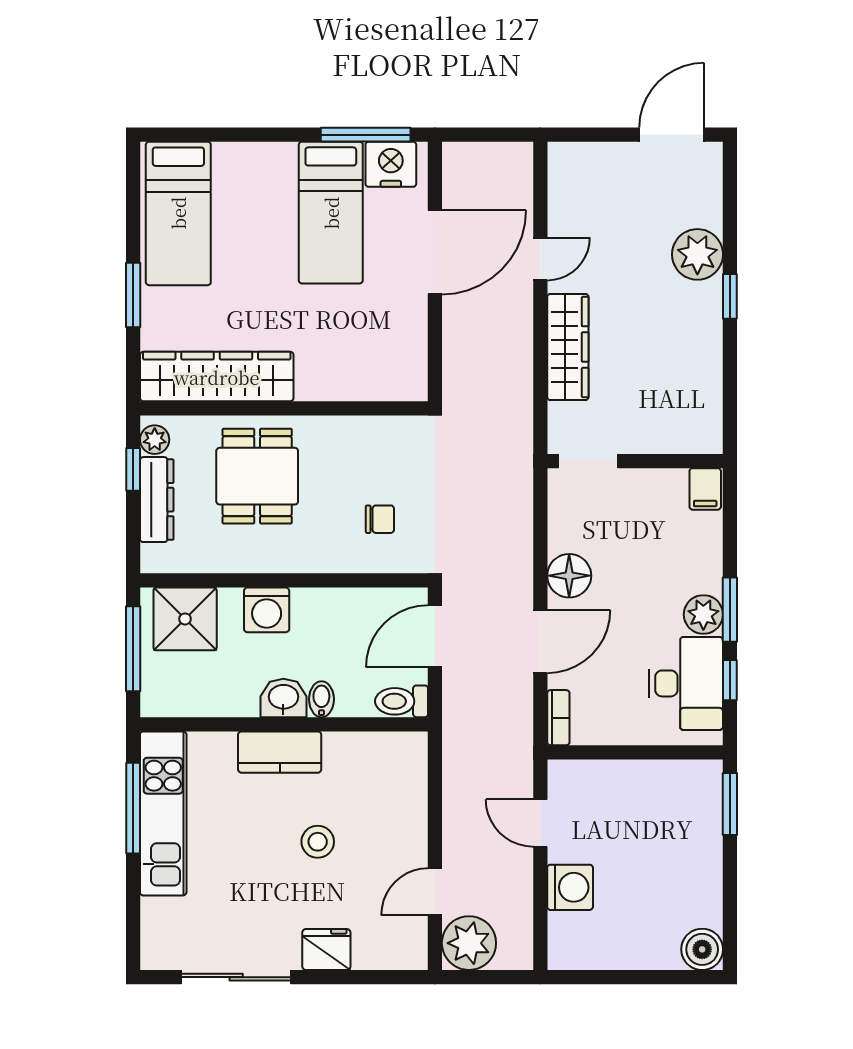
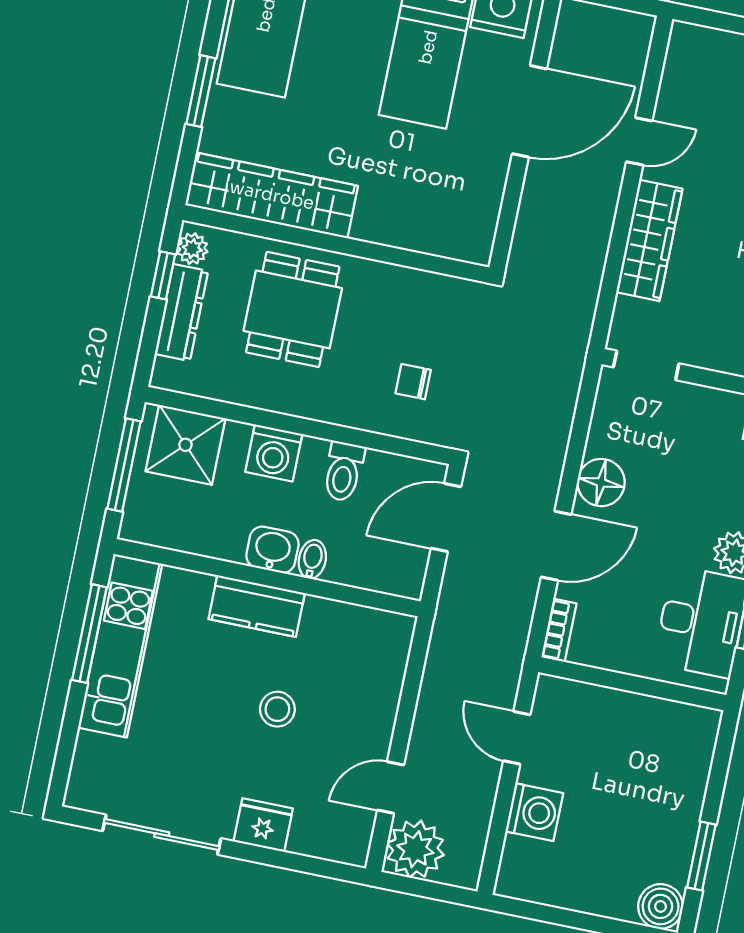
chair: (380, 519) -> (413, 382), turned 180
toilet: (402, 701) -> (343, 472), moved, turned -90
window: (730, 804) -> (701, 856), moved

